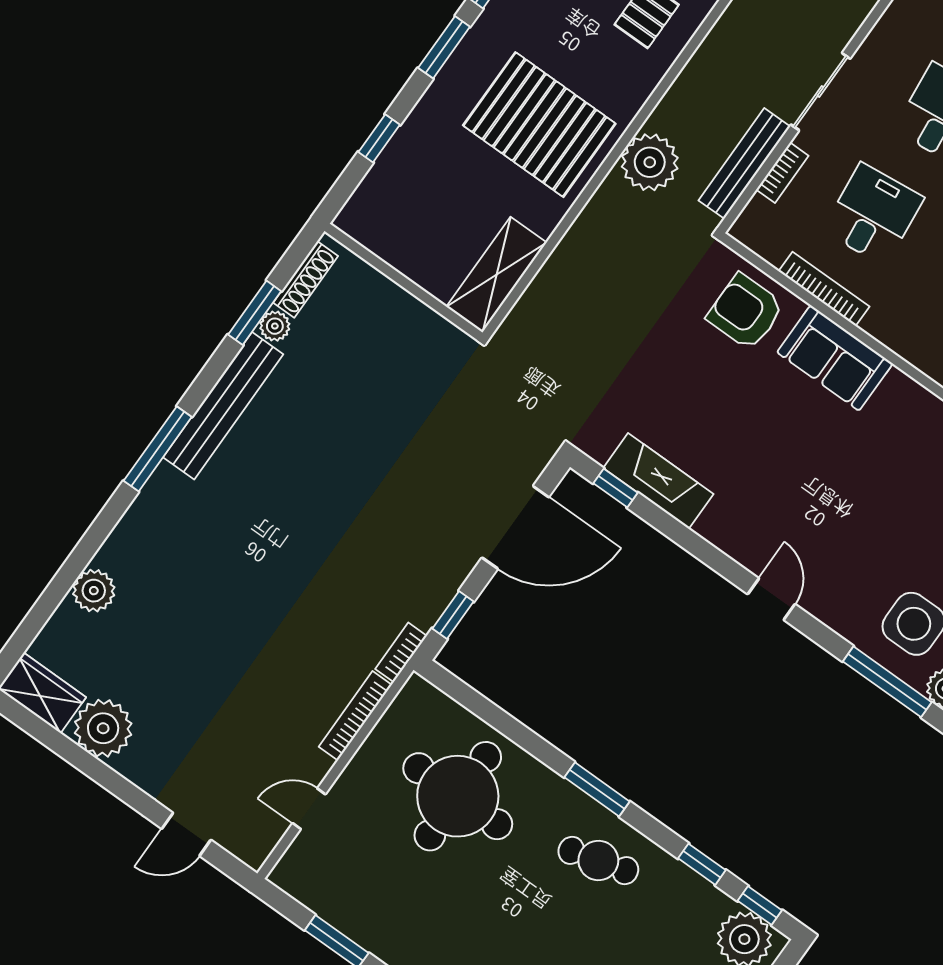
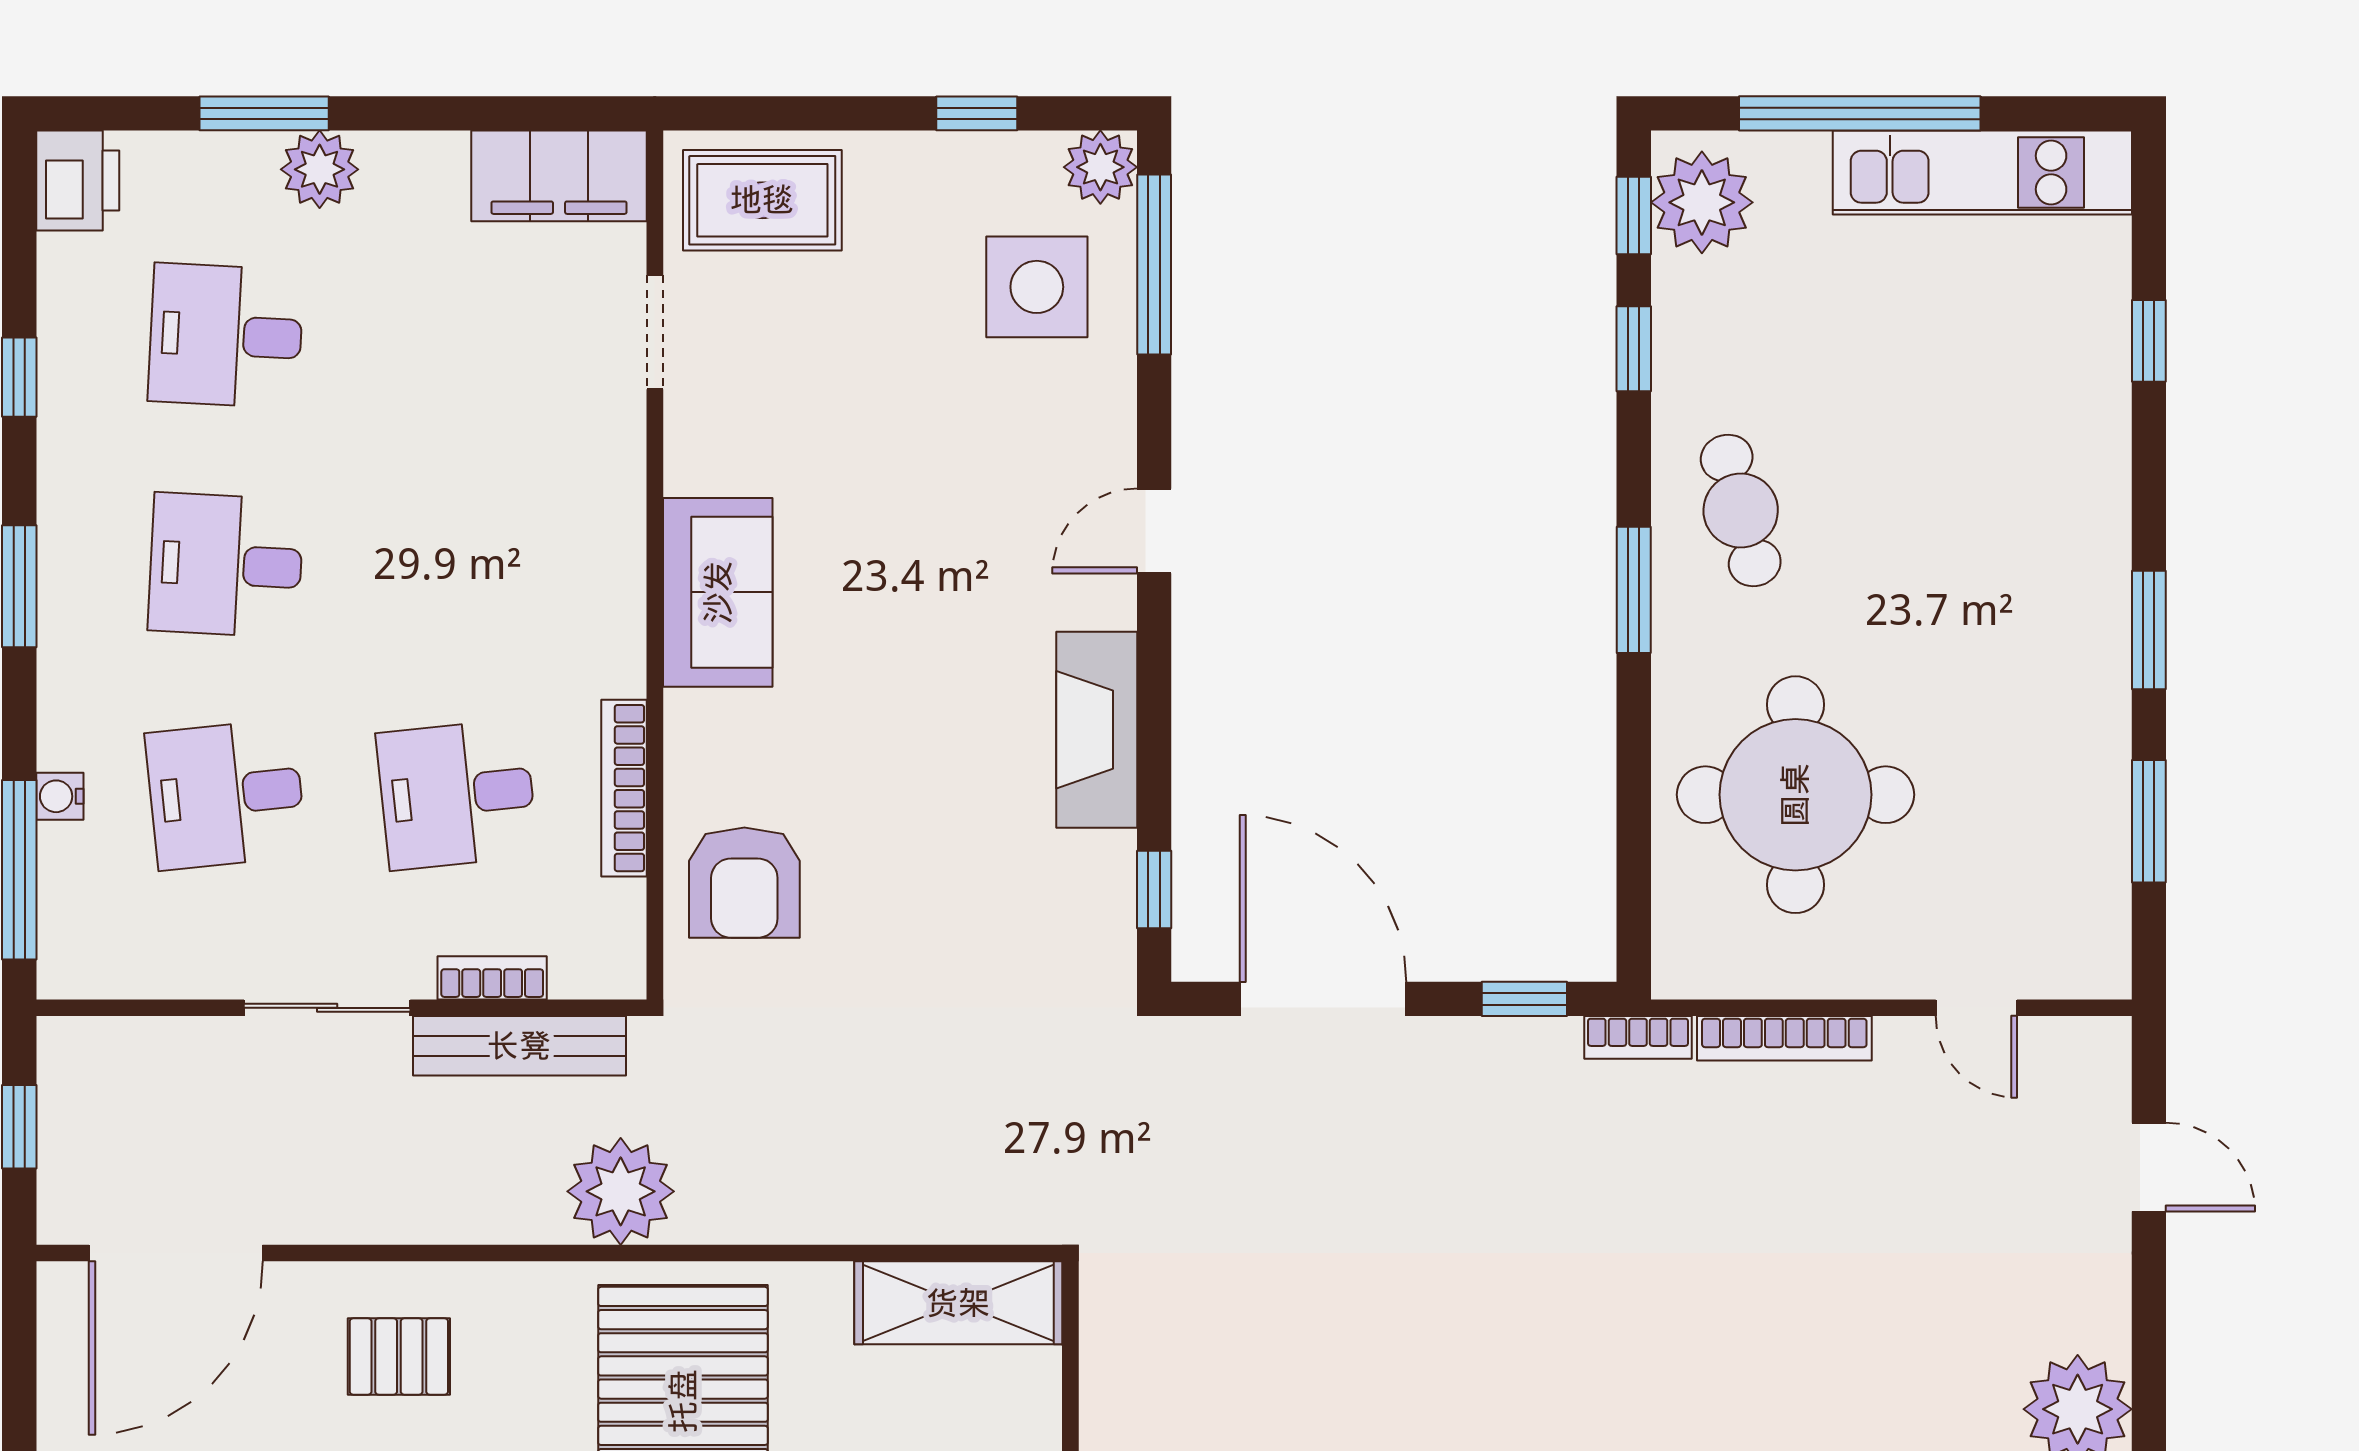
sofa: (835, 358) -> (718, 592), moved
fireplace: (658, 481) -> (1097, 730), moved

